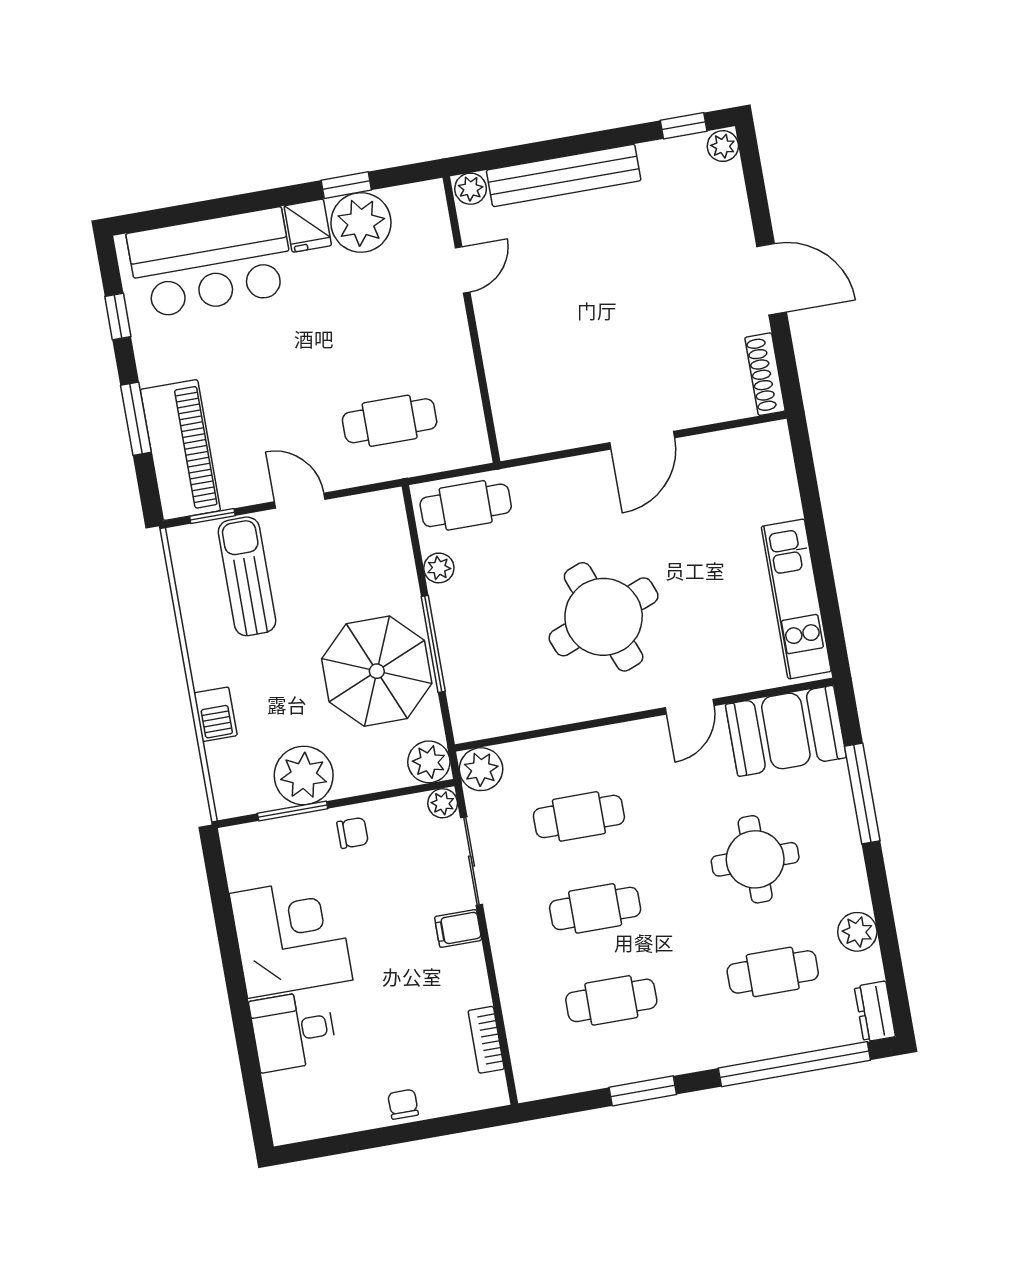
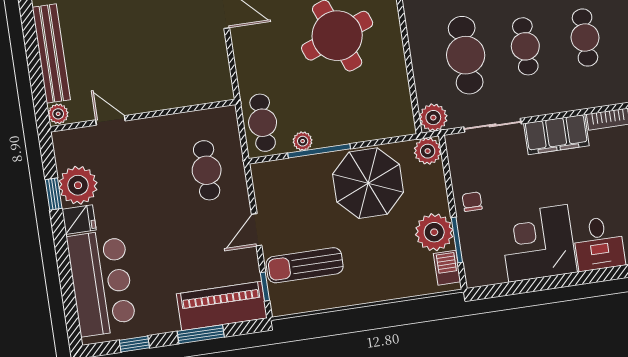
window: (433, 644) -> (319, 151), moved
barbecue: (215, 714) -> (447, 268), moved, turned -90
plant: (443, 803) -> (455, 143), removed
cafe table: (579, 816) -> (466, 55), width x1.37, depth x1.35
filing cabinet: (458, 928) -> (556, 134), width x3.00, depth x1.17

